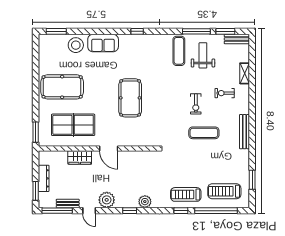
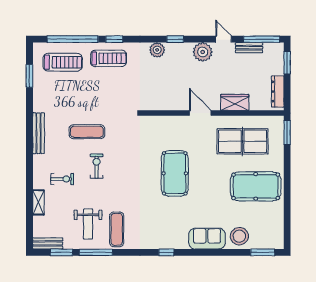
dresser: (44, 178) -> (278, 91), moved

